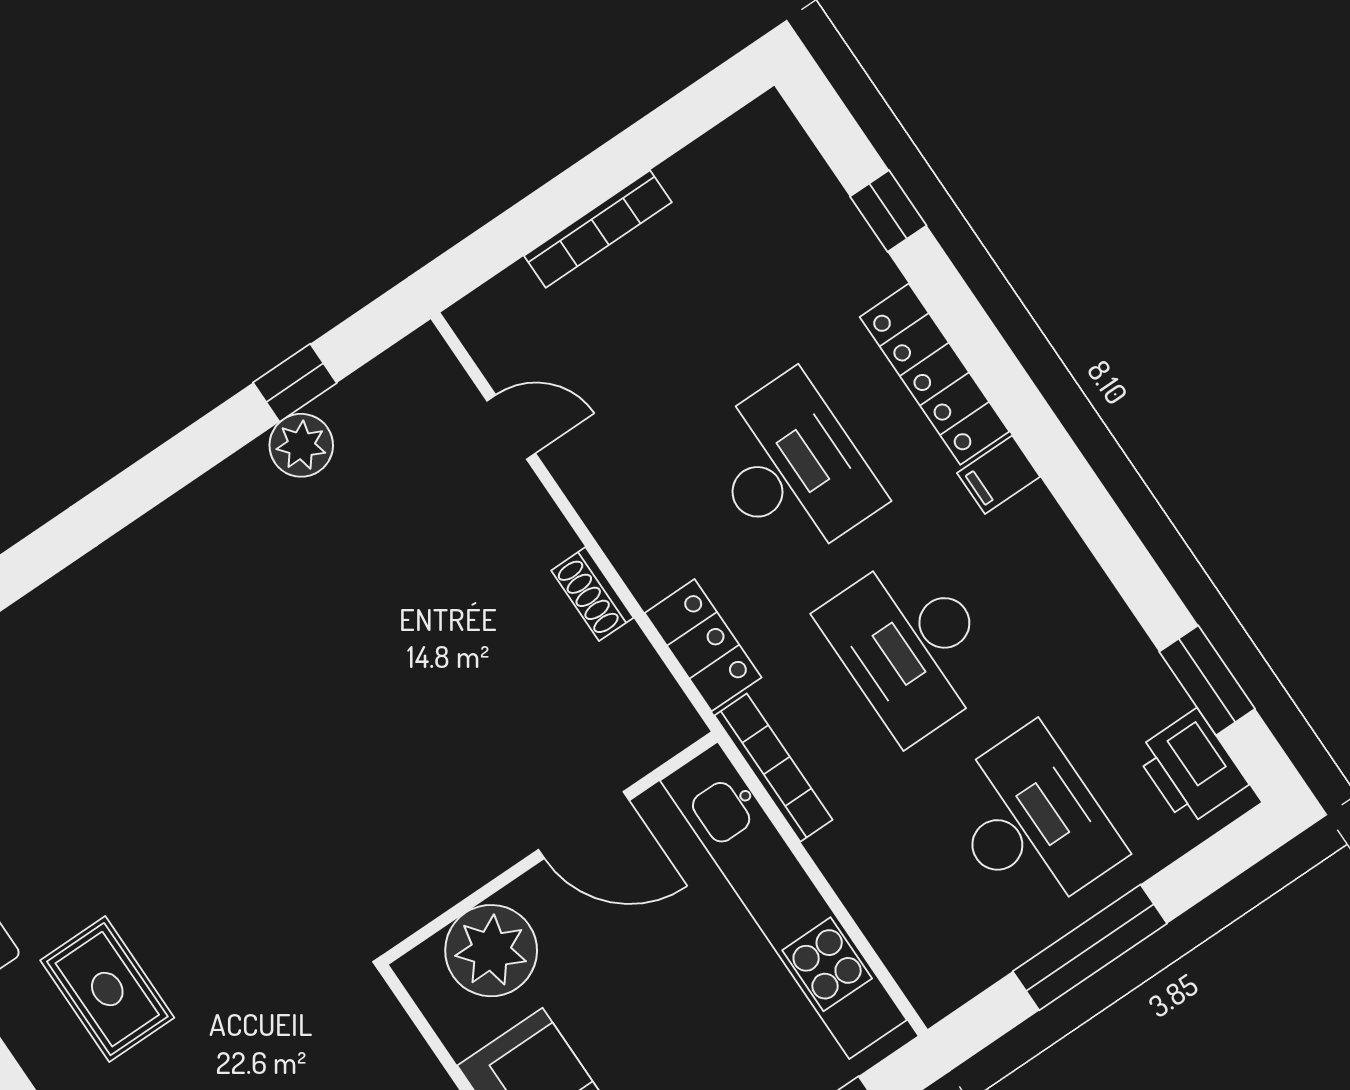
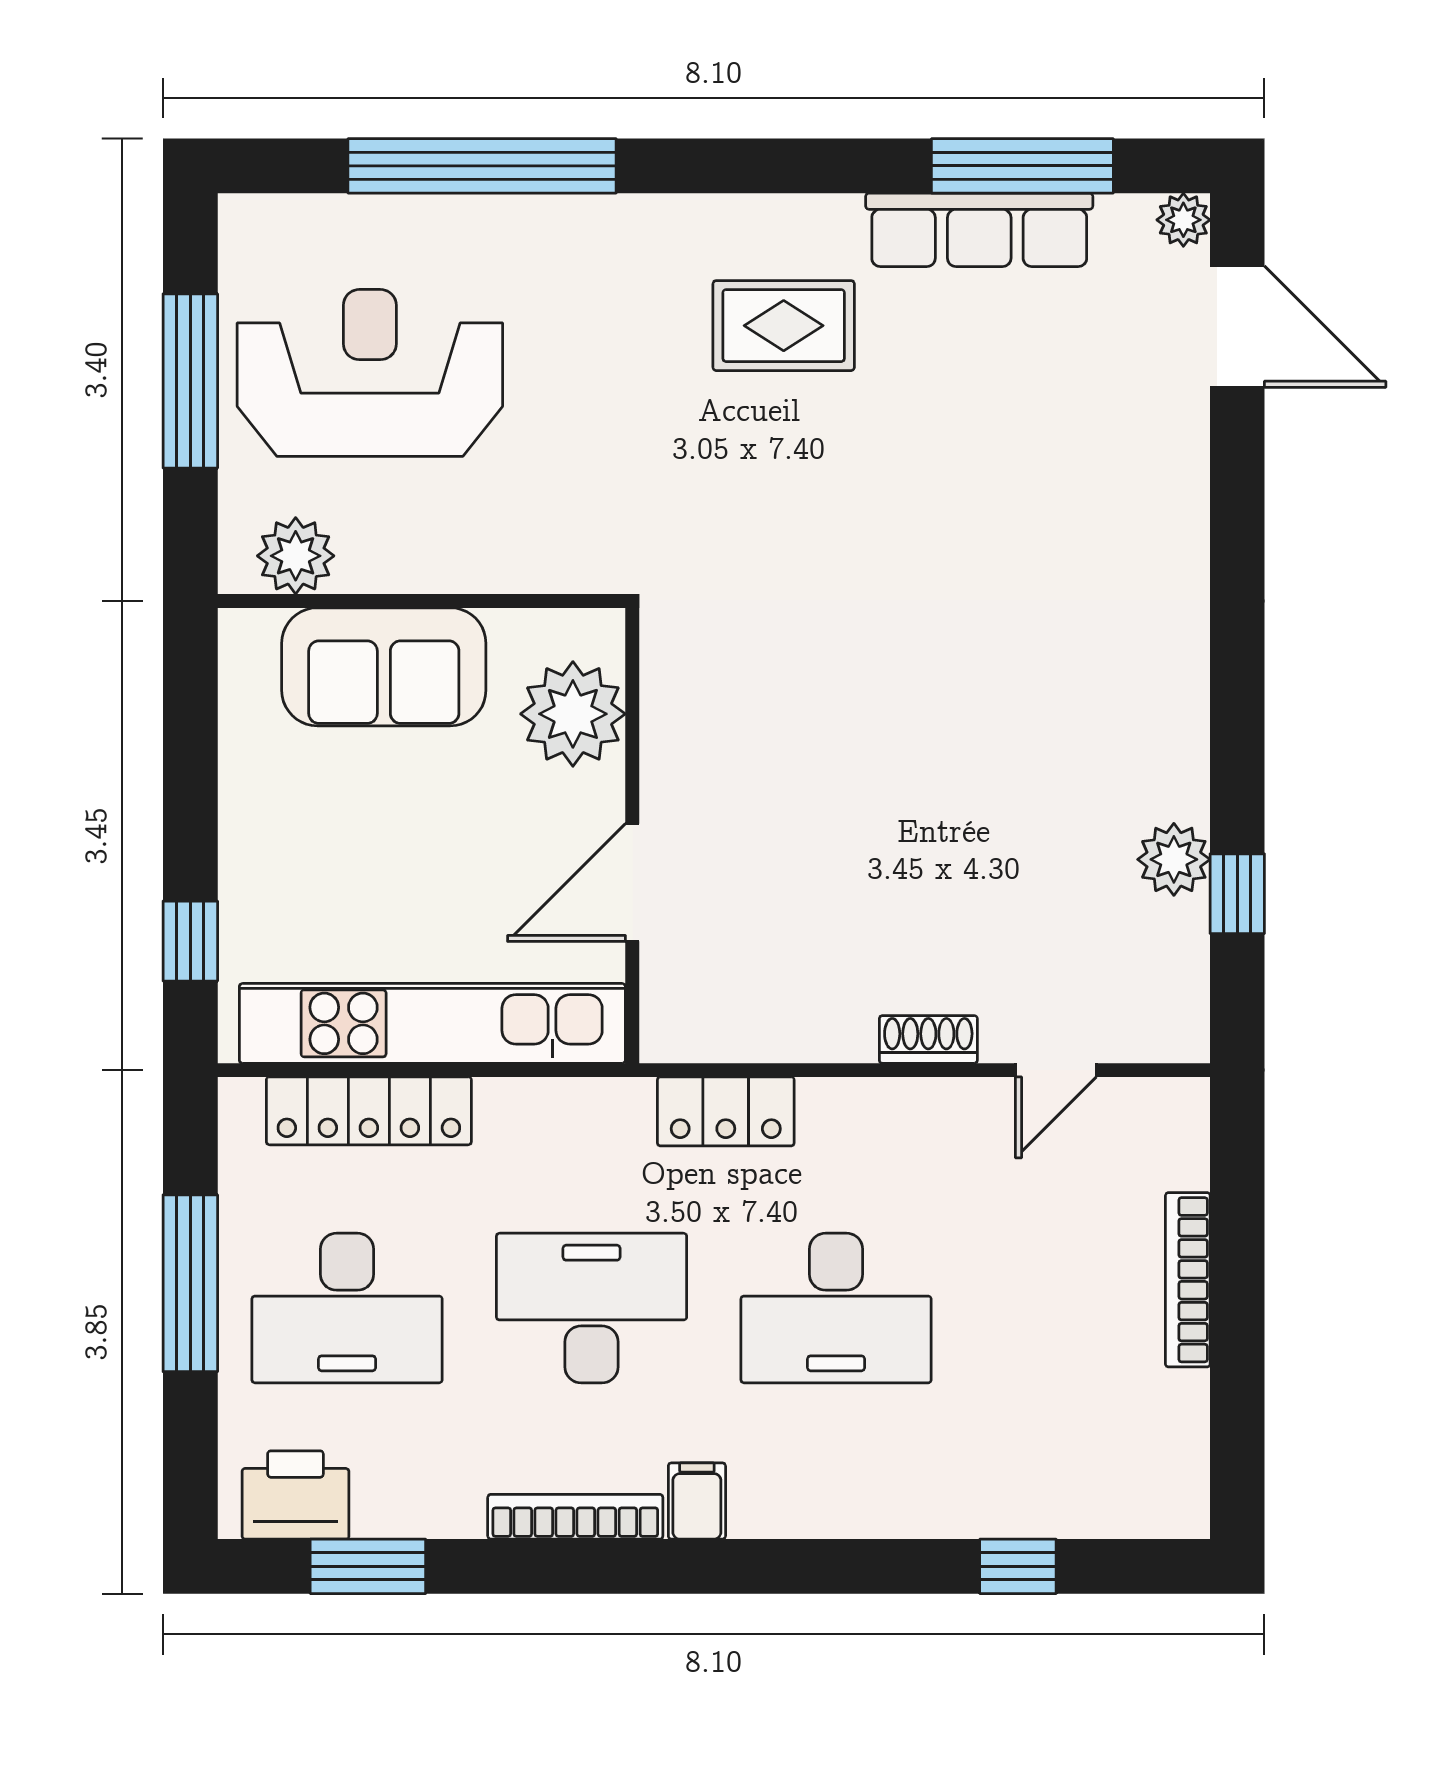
locker: (935, 374) -> (369, 1111), moved, turned 180
shoe rack: (592, 594) -> (928, 1039), moved
bookcase: (773, 768) -> (575, 1517), moved, turned 180

